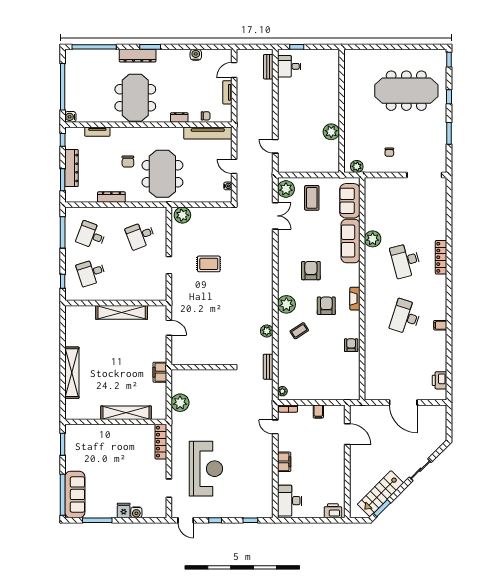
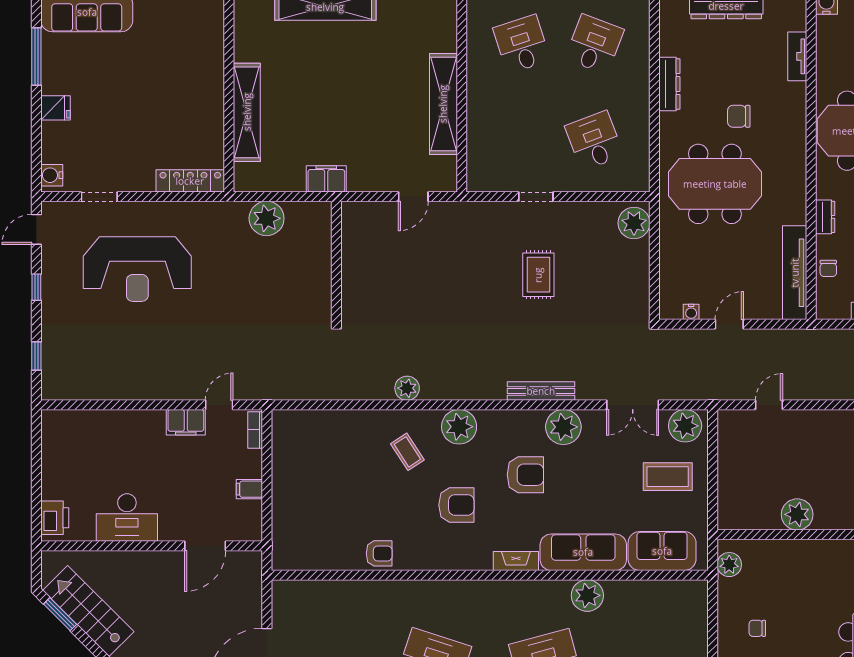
fireplace: (355, 299) -> (516, 561), moved
bench: (268, 367) -> (541, 391), moved, width x1.36
plant: (282, 391) -> (563, 427), moved, width x1.87, depth x1.87
filing cabinet: (284, 462) -> (186, 422), moved
desk: (290, 501) -> (127, 518), moved, turned 180
water cooler: (136, 512) -> (52, 175), moved

